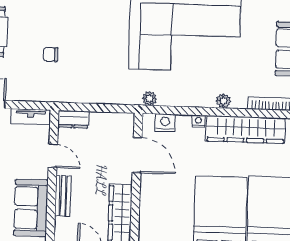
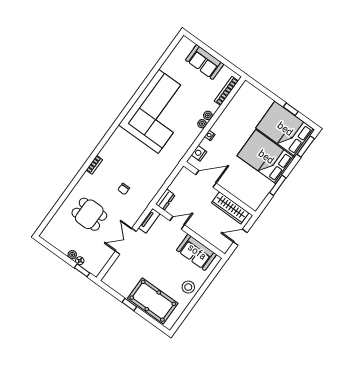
plant: (150, 98) -> (202, 124), moved
wardrobe: (246, 130) -> (230, 114), removed
bench: (63, 196) -> (201, 231), removed

